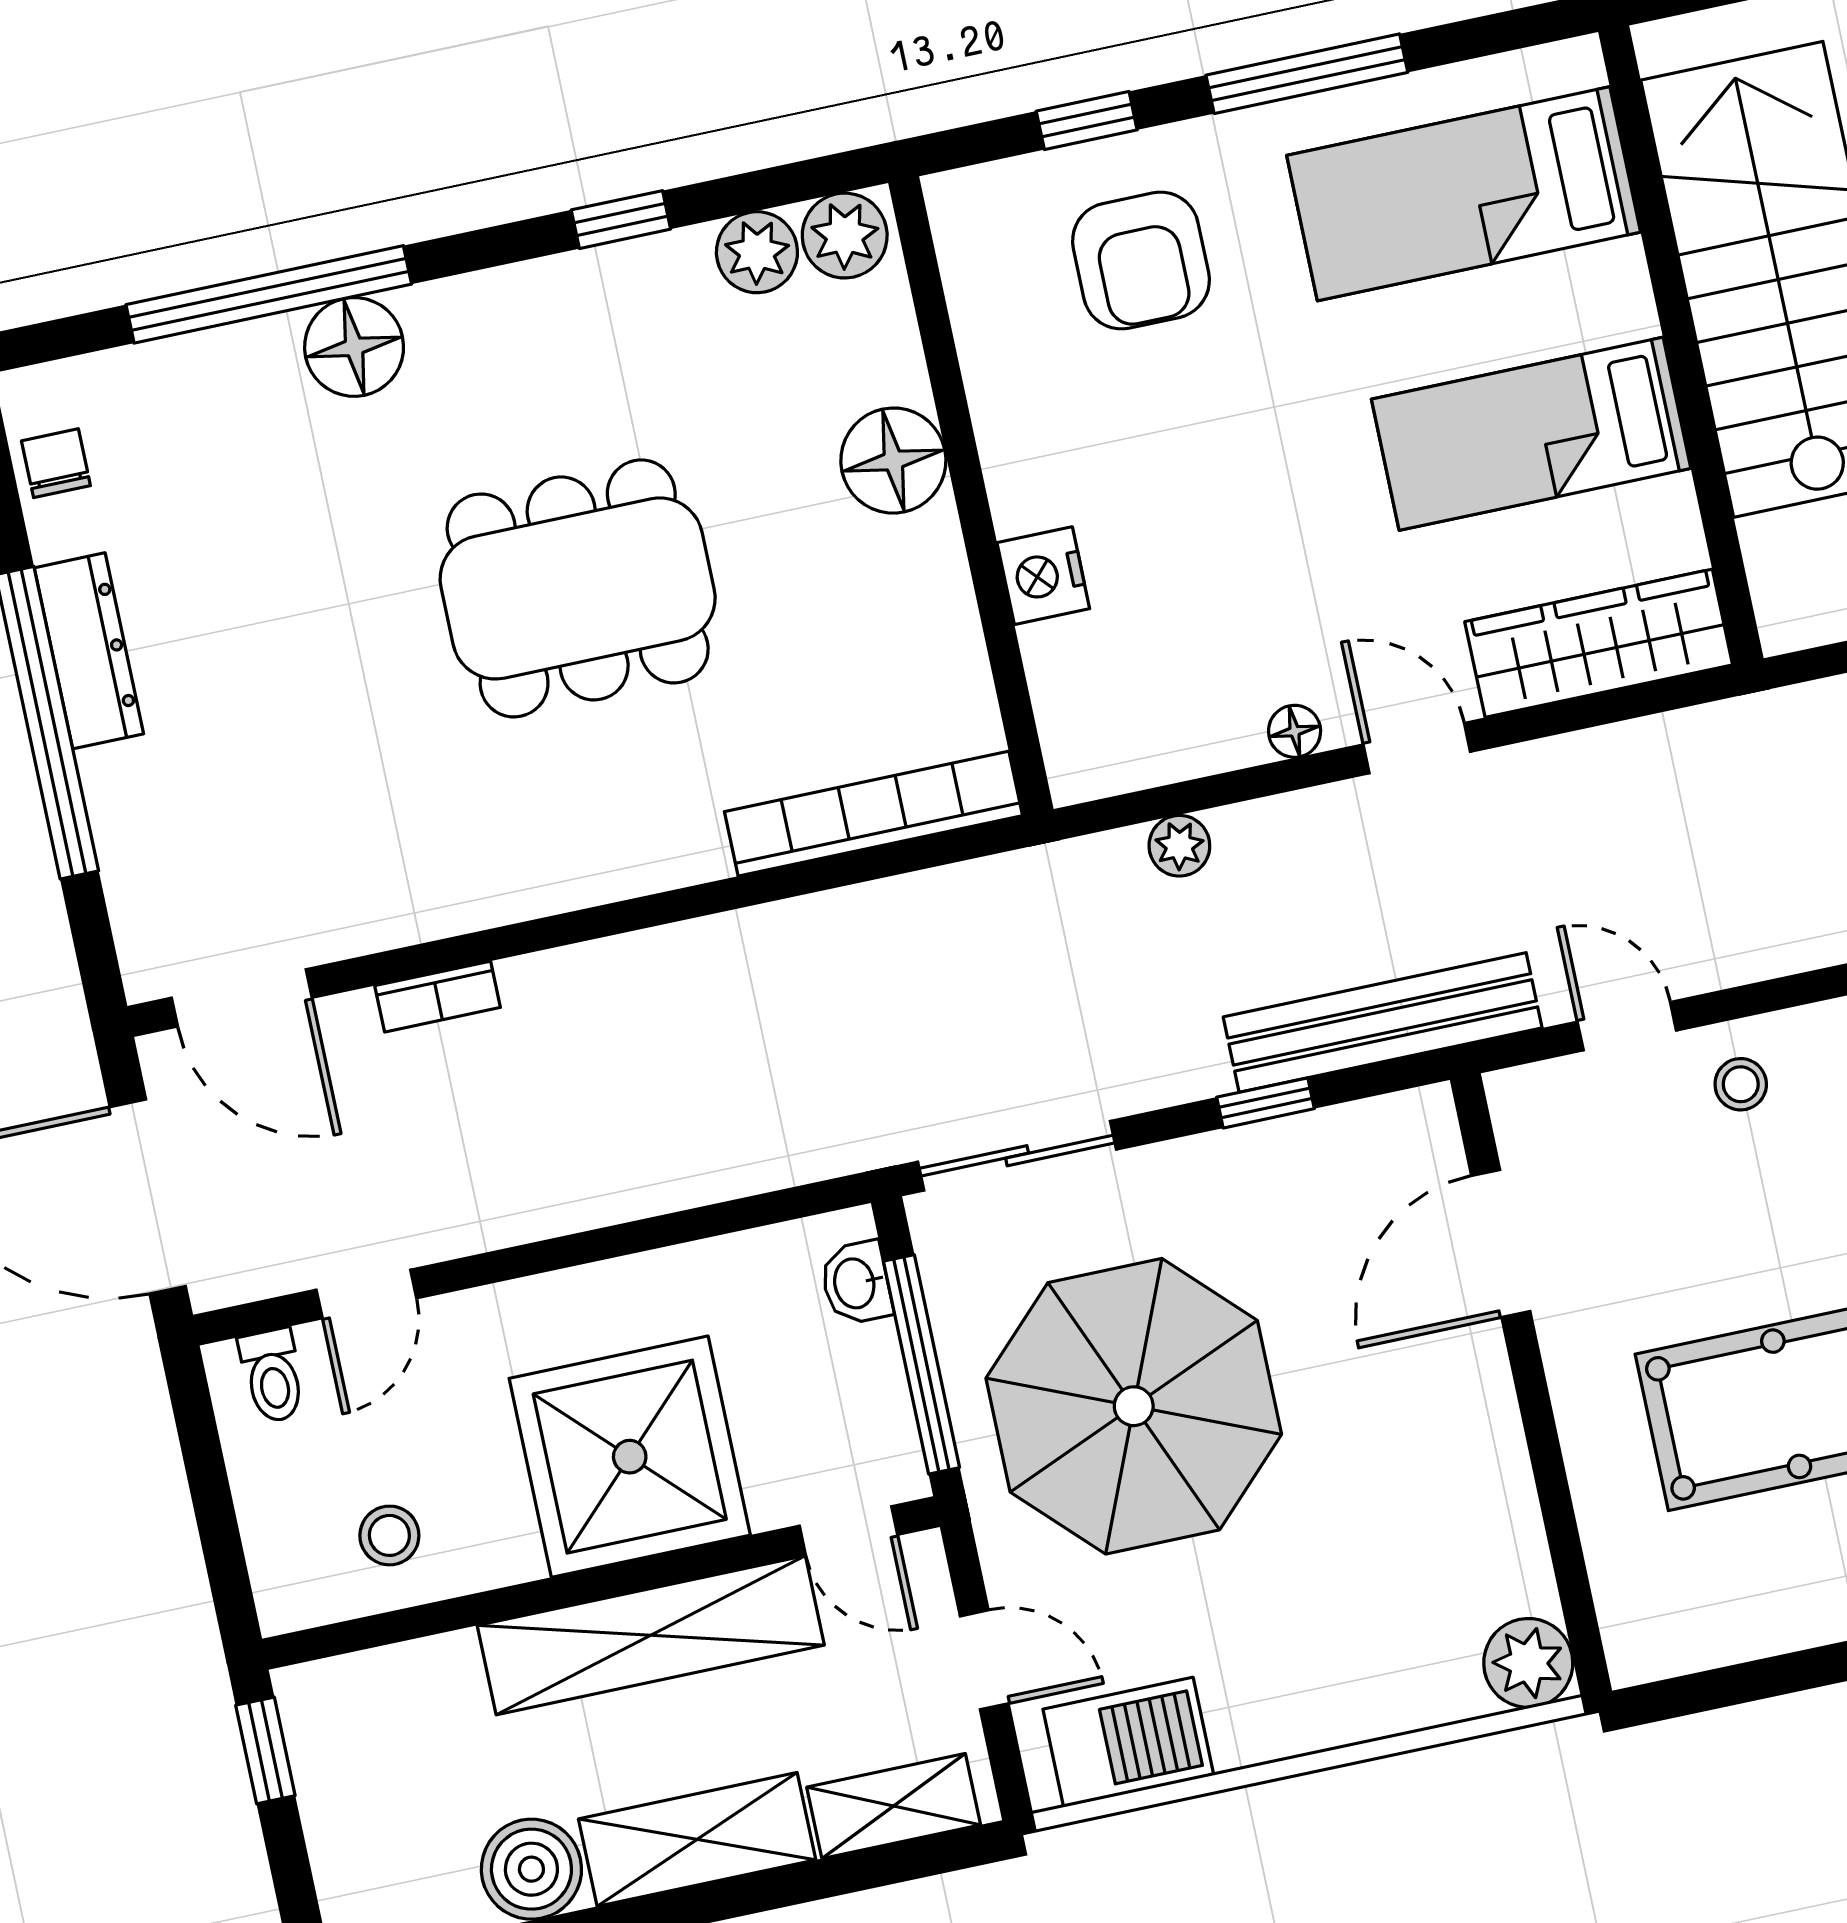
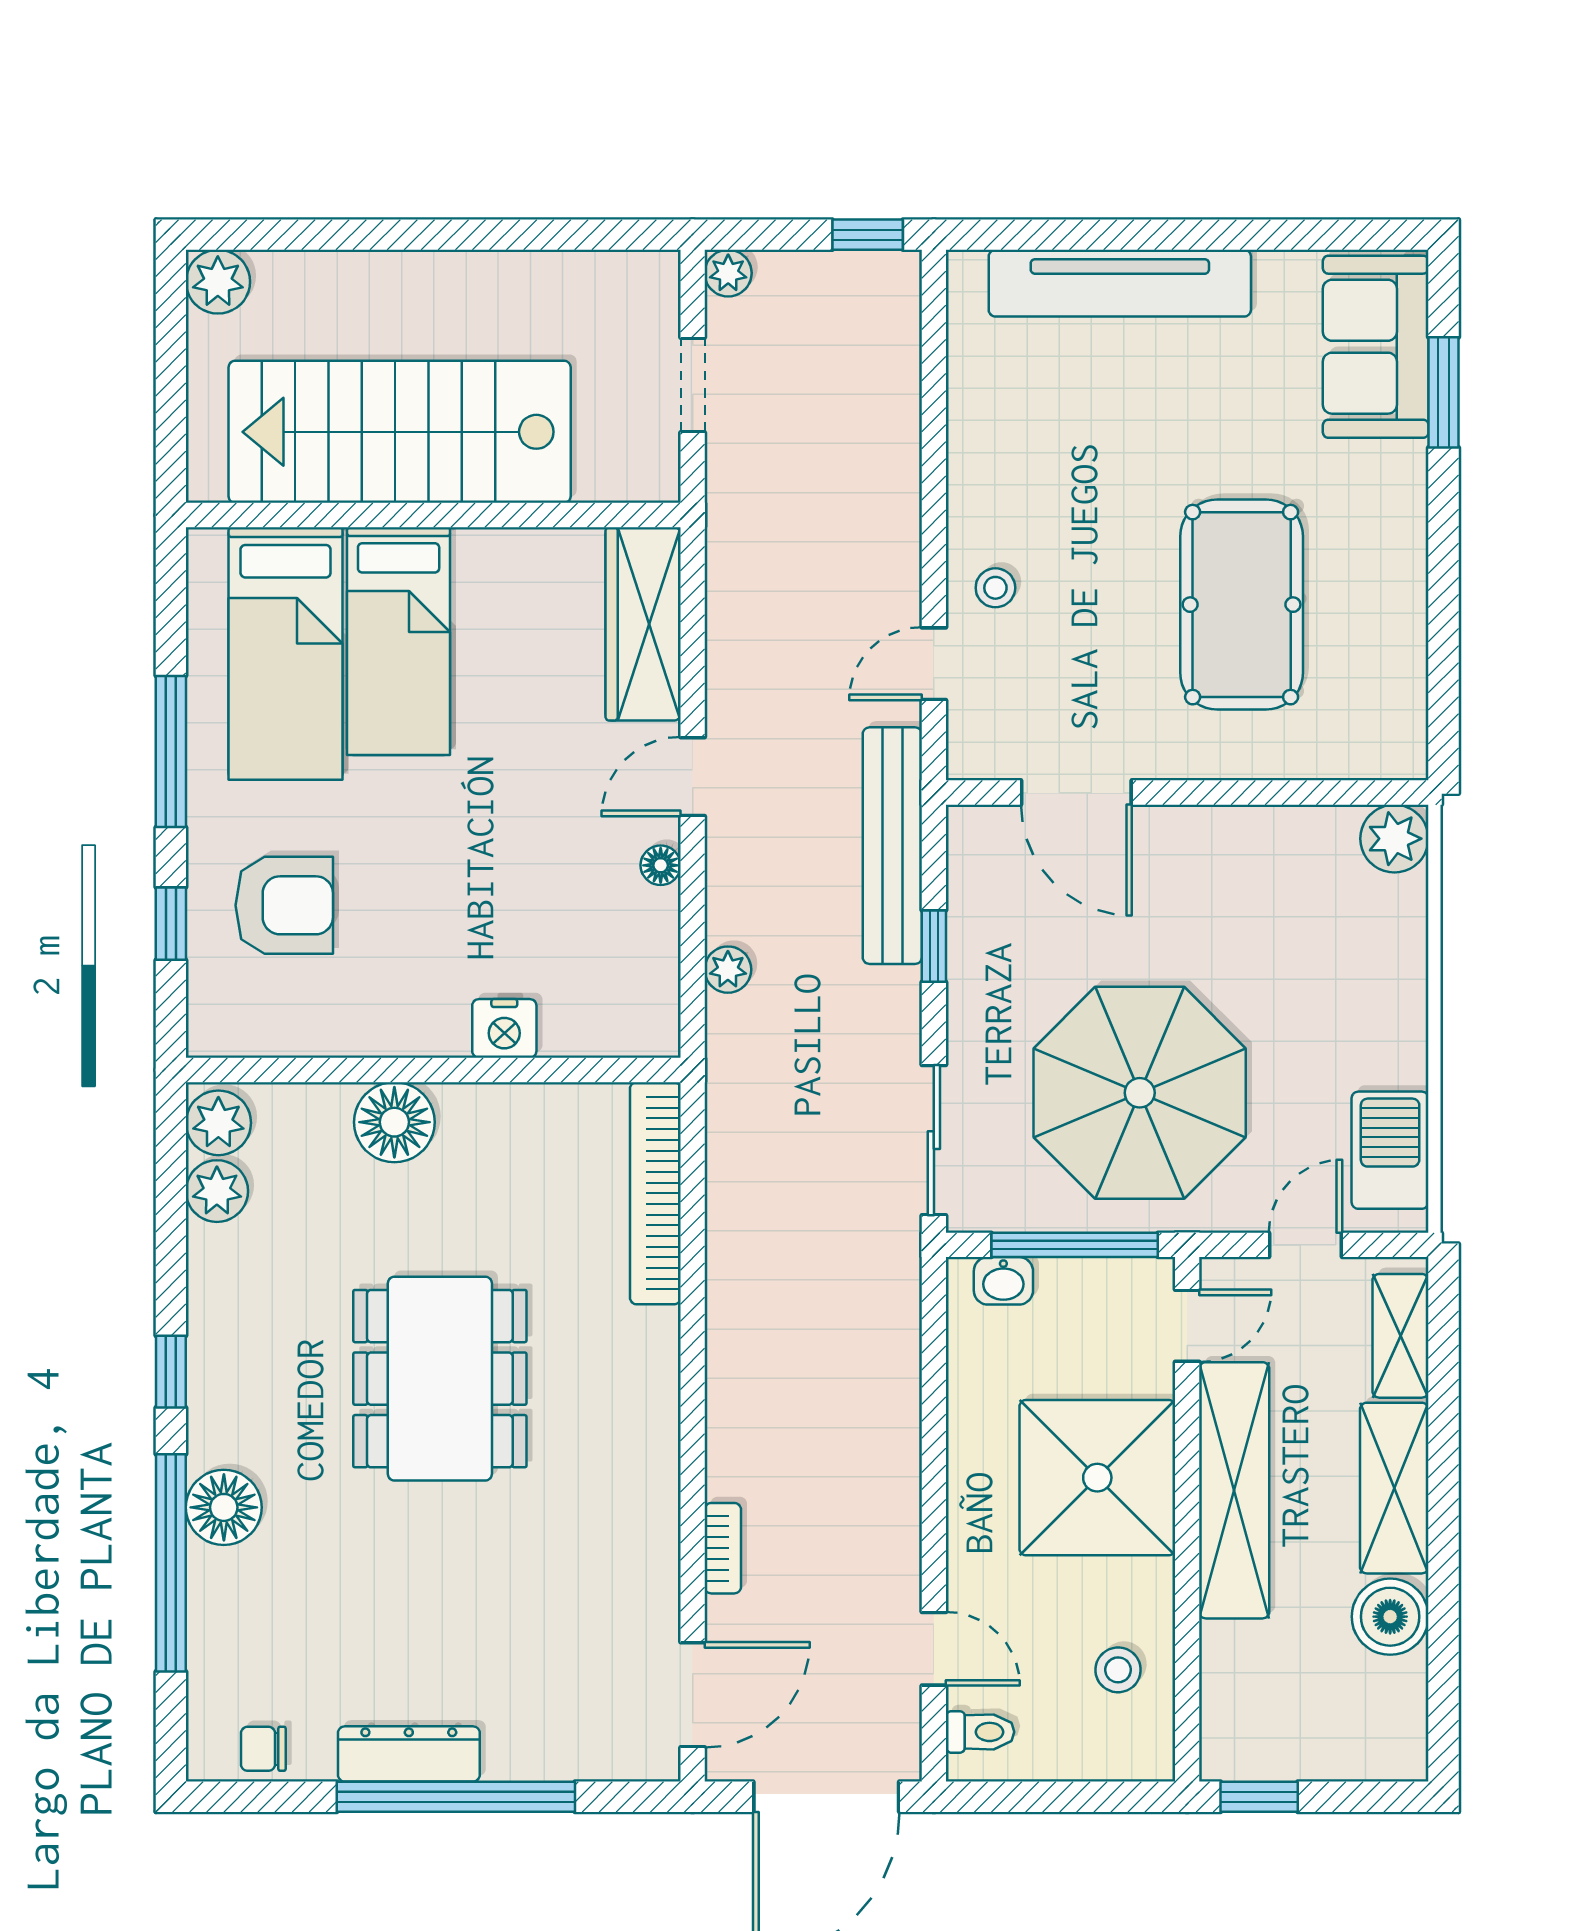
window: (621, 220) -> (171, 1372), moved
bed: (1531, 434) -> (399, 641), moved

